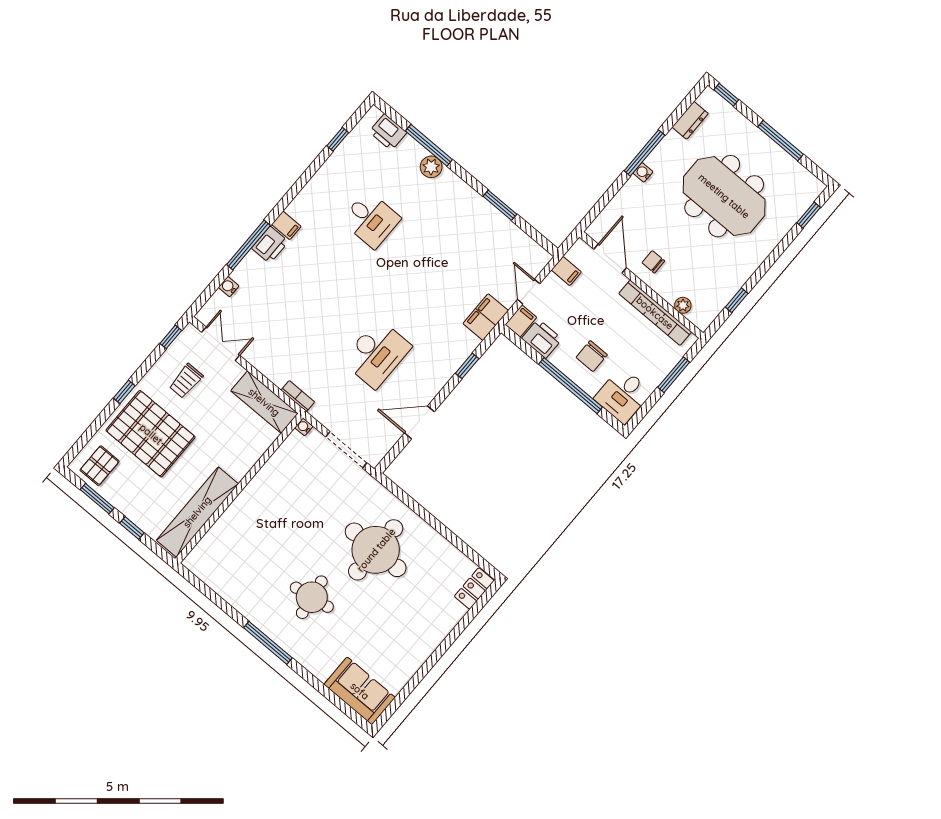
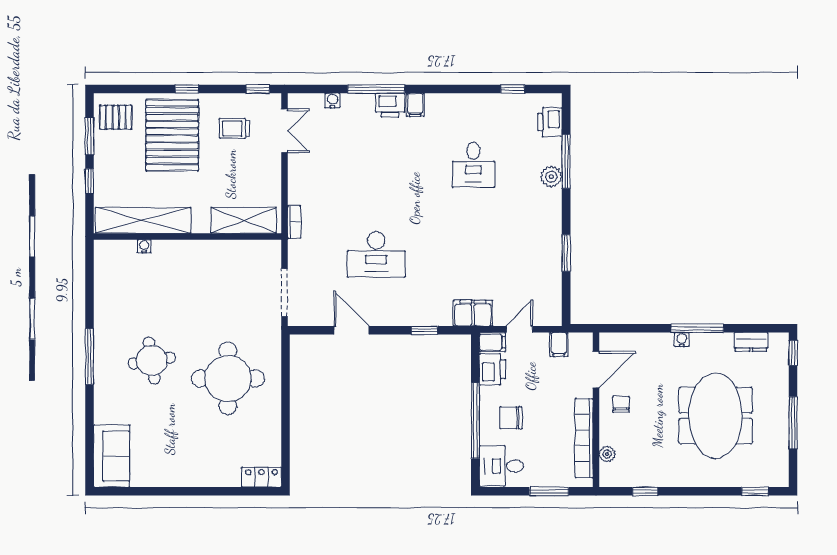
shelving: (264, 402) -> (244, 220), moved, turned 90
water cooler: (304, 427) -> (144, 246), moved

